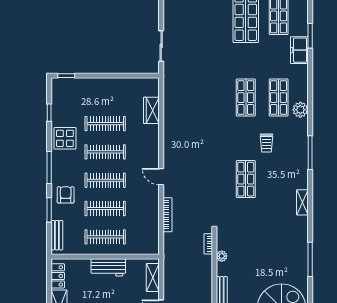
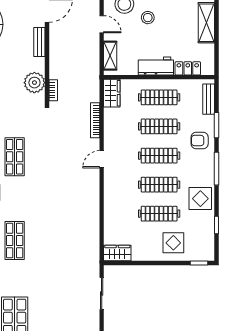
display table: (91, 95) -> (173, 243), added
wardrobe: (151, 110) -> (117, 253), moved, turned -90
door: (161, 177) -> (102, 159), swing flipped
armchair: (66, 195) -> (200, 140), turned 90
wardrobe: (151, 241) -> (112, 93), added
plant: (222, 256) -> (34, 83), width x1.88, depth x1.88
locker: (58, 276) -> (188, 68), moved, turned 90

